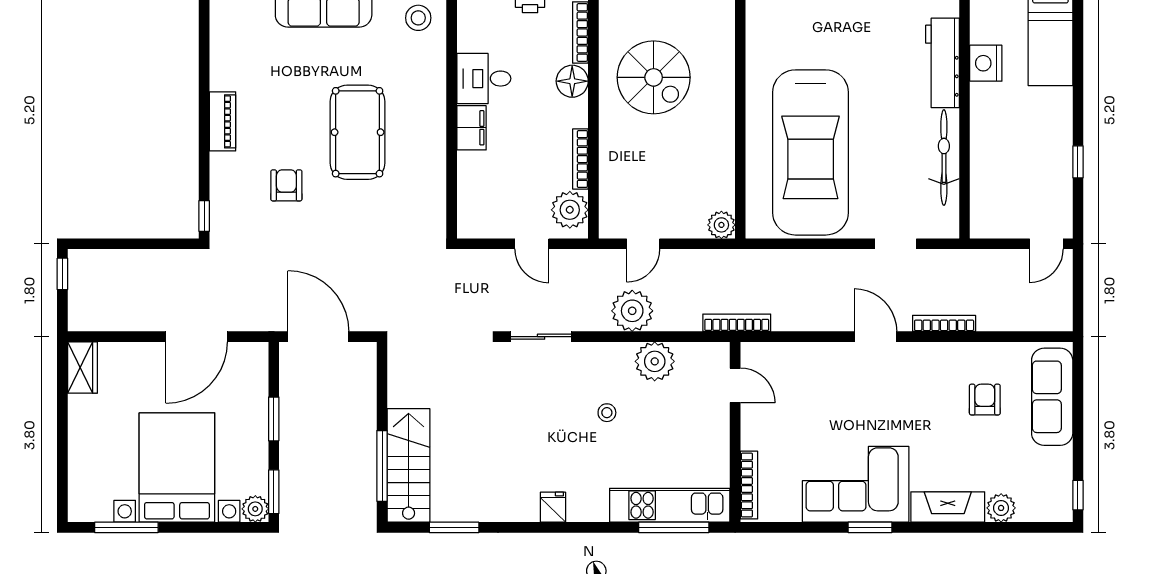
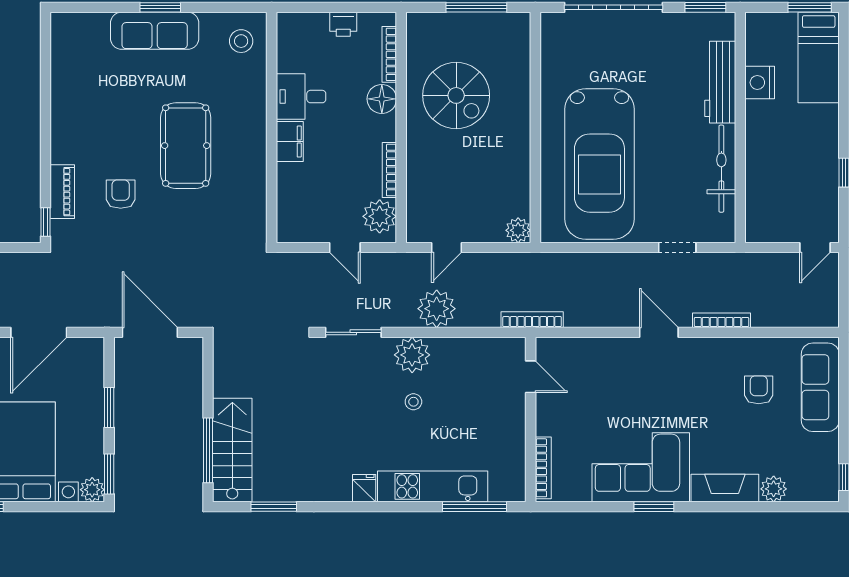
piano: (223, 121) -> (62, 192), moved
plant: (655, 361) -> (412, 355), moved
kitchen unit: (670, 505) -> (433, 486), moved

